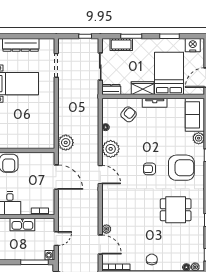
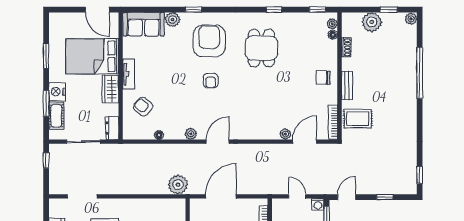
nightstand: (193, 45) -> (57, 92), moved
plant: (111, 149) -> (191, 134), width x0.53, depth x0.53

